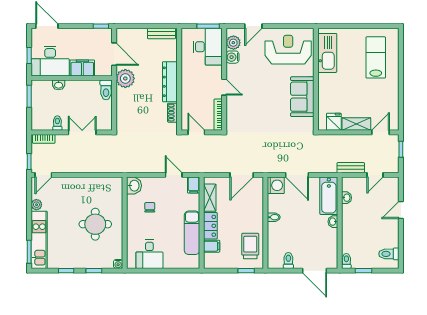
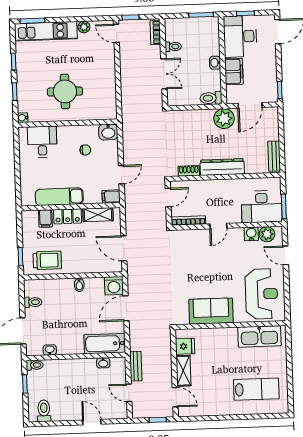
washbasin: (59, 85) -> (215, 63), moved
washbasin: (333, 222) -> (50, 350), moved
desk: (149, 254) -> (42, 142), moved, turned 90

